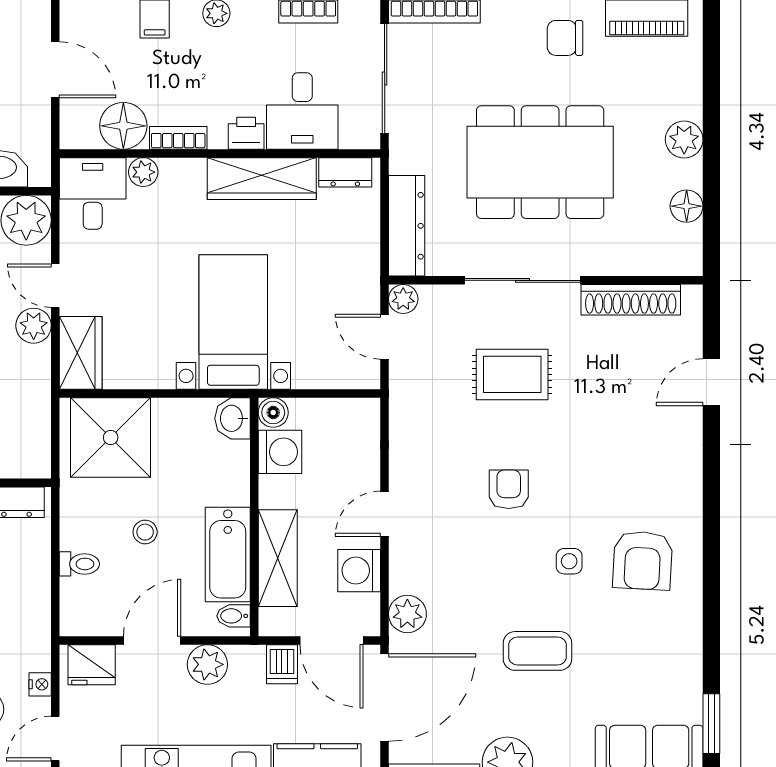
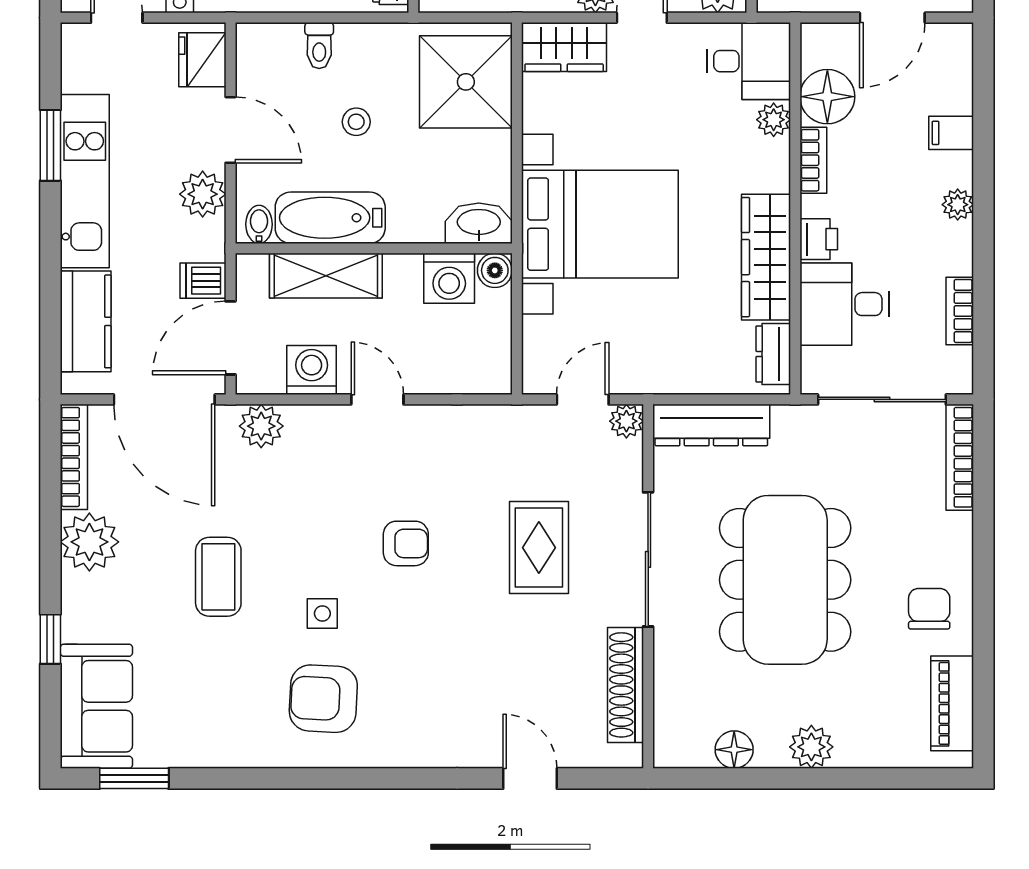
bed with nightstands: (233, 322) -> (600, 224), width x1.36
washbasin: (233, 418) -> (479, 223), width x1.38

